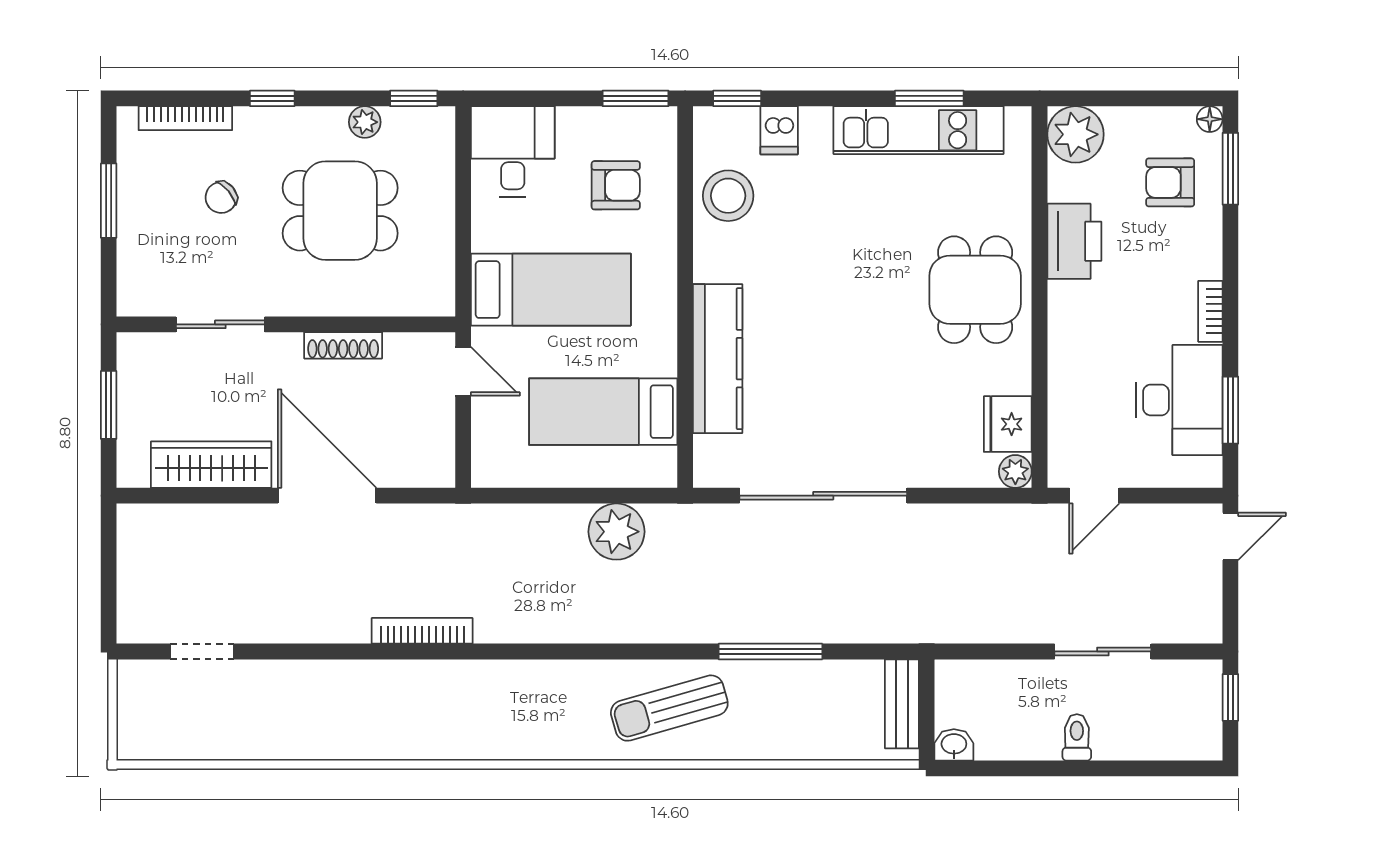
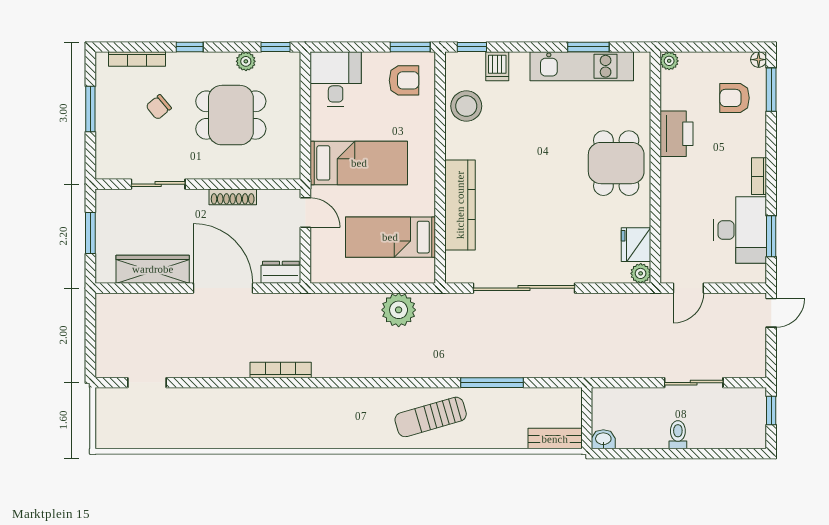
plant: (1076, 134) -> (669, 61), width x0.53, depth x0.53
armchair: (616, 185) -> (404, 80), moved
dresser: (423, 470) -> (281, 272), added
bench: (902, 704) -> (555, 439), moved, turned 90

